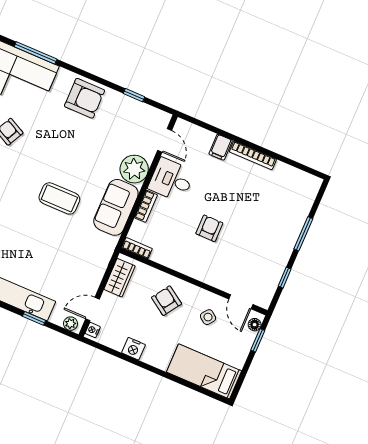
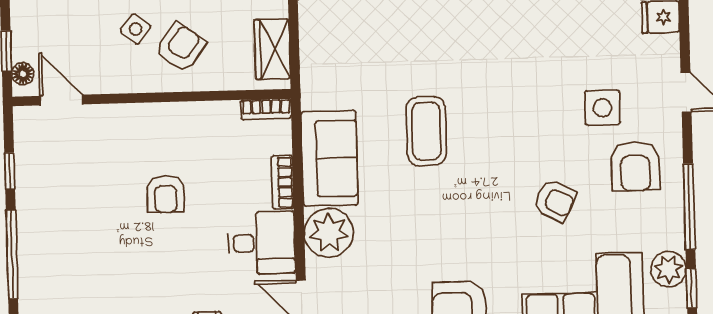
coffee table: (59, 198) -> (426, 131), turned 90
window: (303, 234) -> (12, 254), width x1.44
armchair: (167, 301) -> (181, 47), turned -88
side table: (208, 317) -> (136, 29), moved

